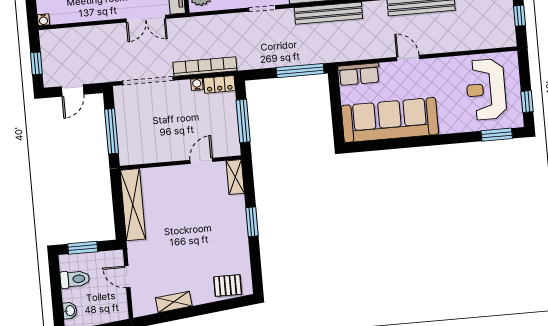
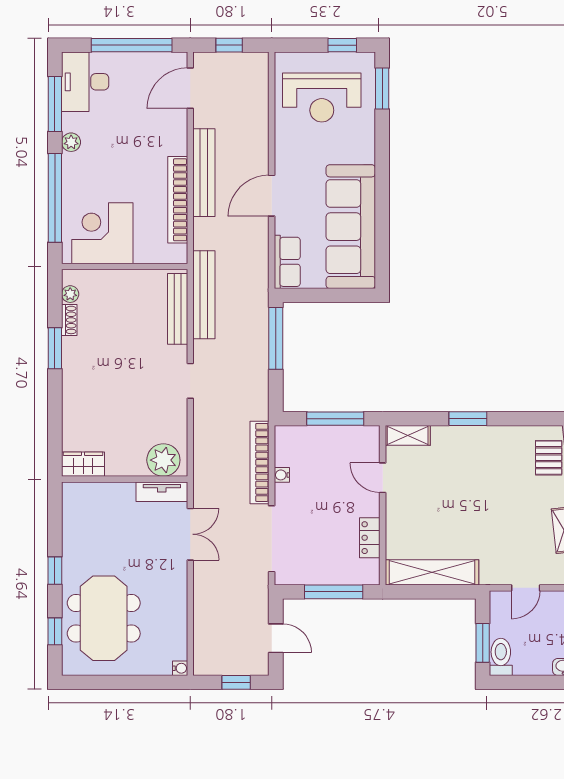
door: (408, 58) -> (272, 196), width x1.38
locker: (219, 84) -> (370, 538), moved, turned 180
toilet: (75, 279) -> (501, 657), moved

